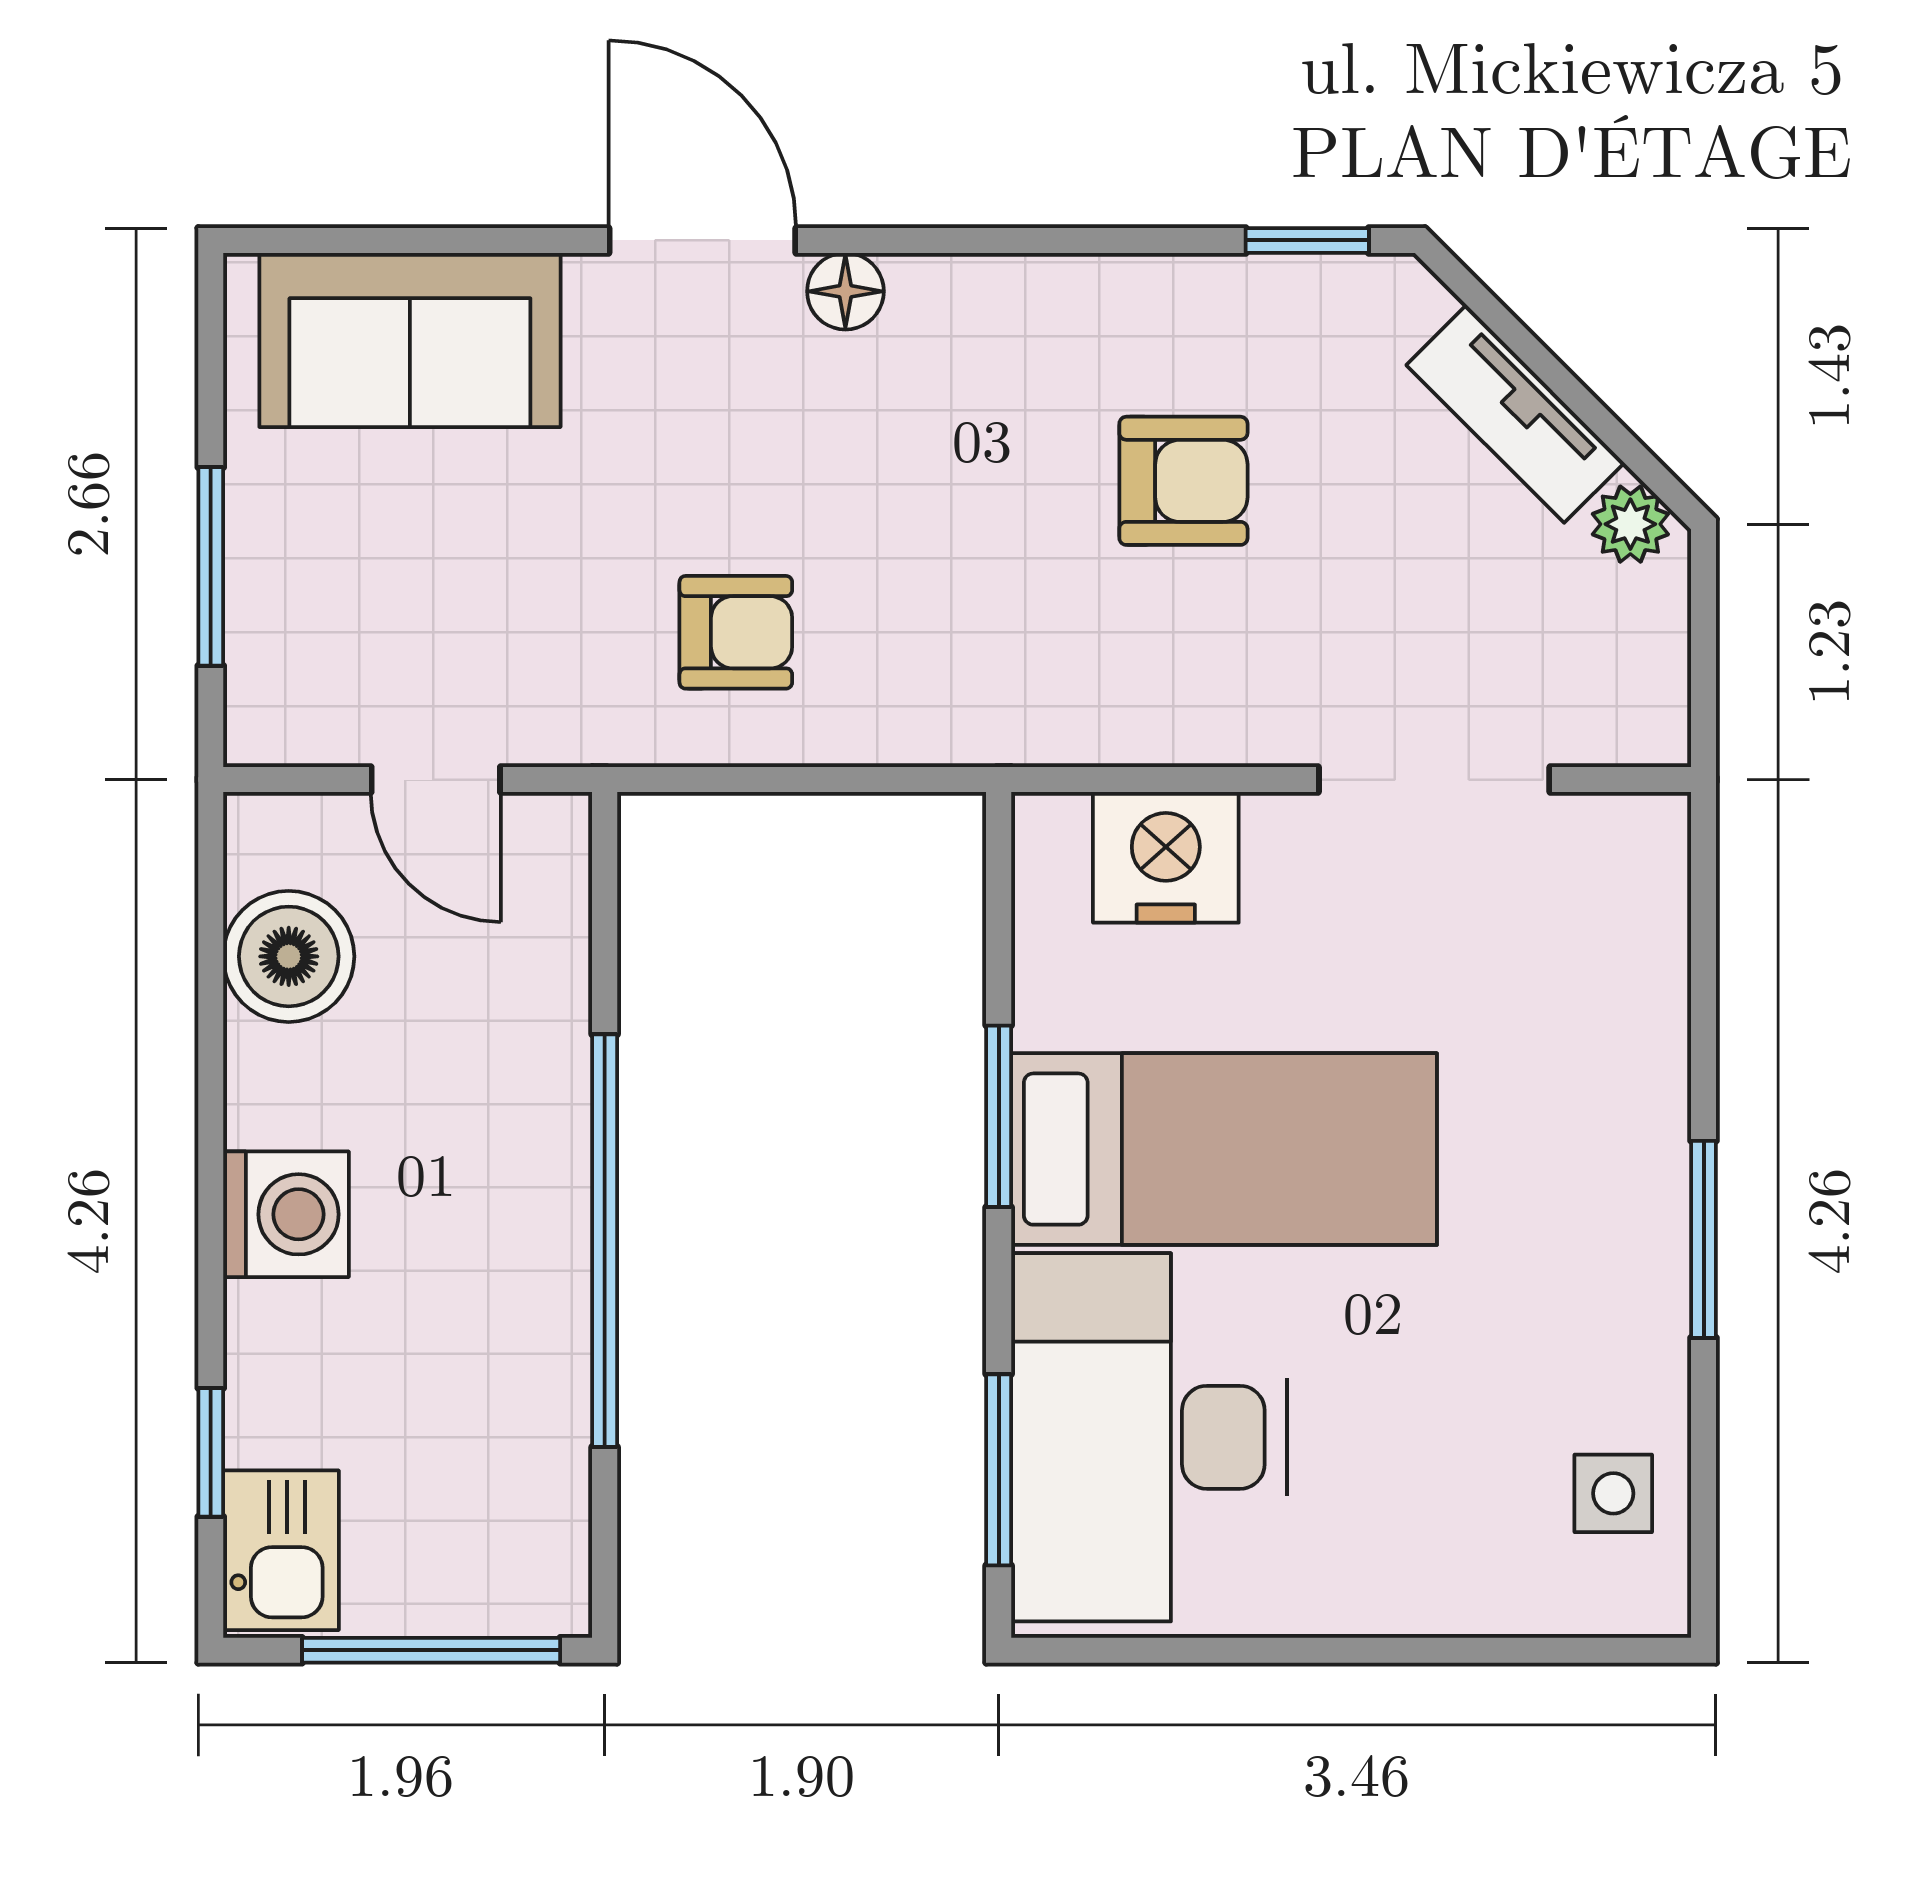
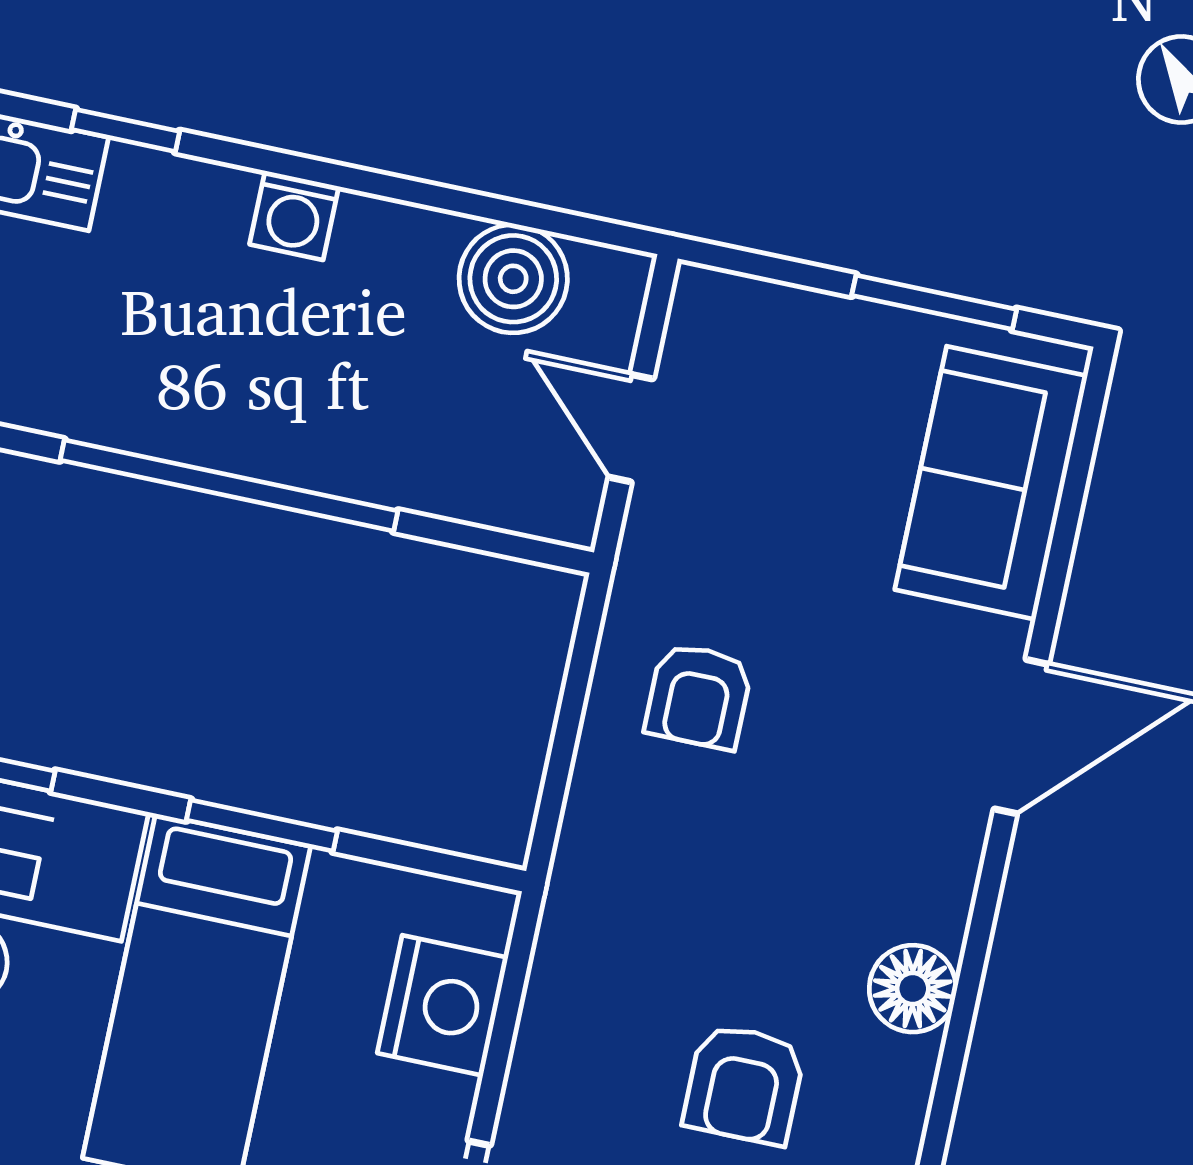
floor lamp: (845, 291) -> (913, 989), moved, width x1.37, depth x1.37
window: (211, 566) -> (934, 302), moved
door: (436, 780) -> (631, 428), hinge flipped
washing machine: (286, 1214) -> (294, 215), width x0.73, depth x0.73

